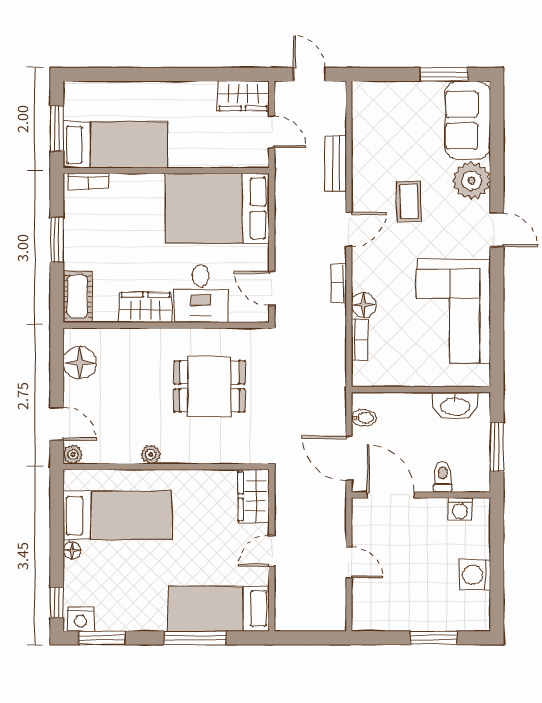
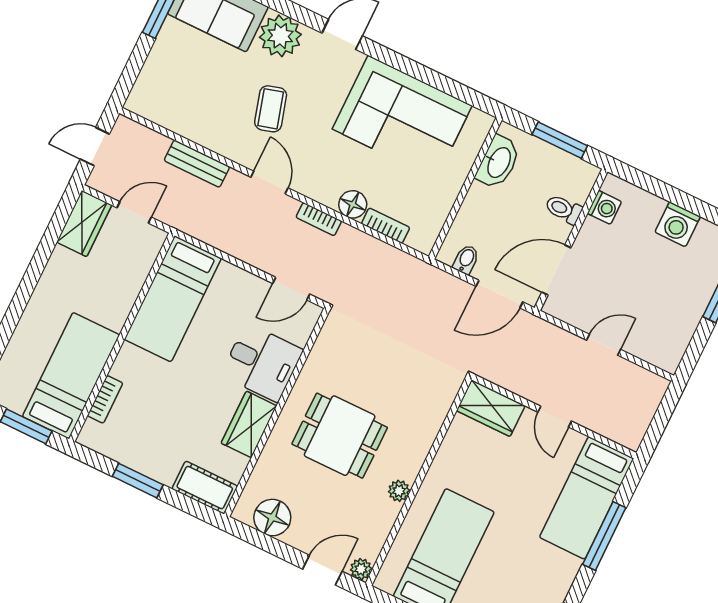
bookcase: (88, 182) -> (105, 399), moved
coffee table: (409, 201) -> (271, 109), turned 76
bed: (217, 208) -> (173, 299), width x0.67
dining table: (209, 386) -> (340, 436), moved, turned 90

